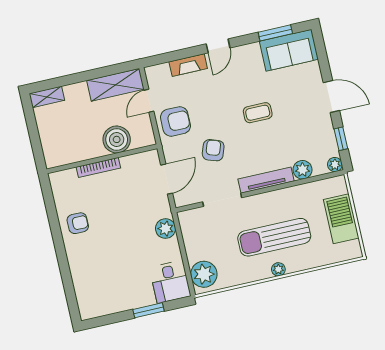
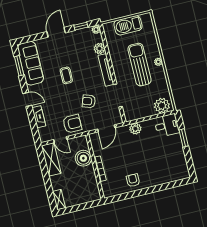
sofa: (289, 50) -> (31, 63), width x1.36
armchair: (175, 121) -> (72, 124), turned 90
door: (167, 179) -> (106, 128), swing flipped
sun lounger: (274, 237) -> (139, 65), turned 180

